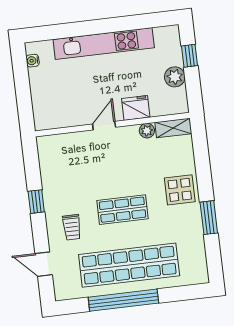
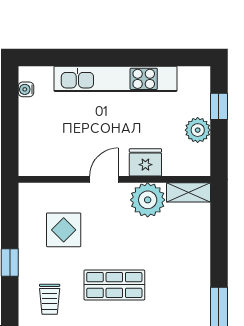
plant: (147, 131) -> (148, 200), width x1.88, depth x1.88
display table: (180, 190) -> (64, 230), moved

